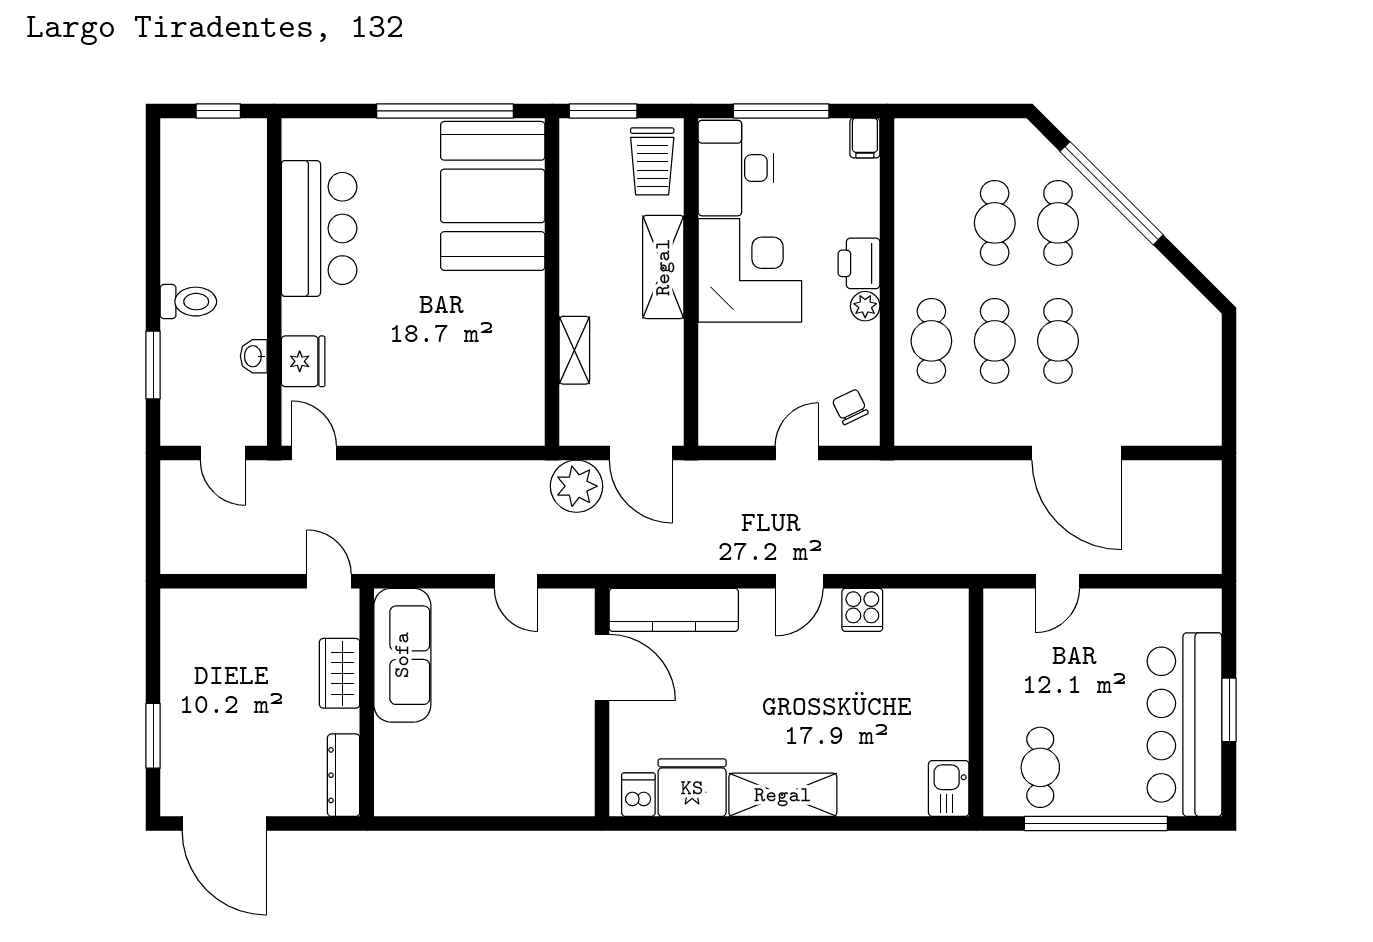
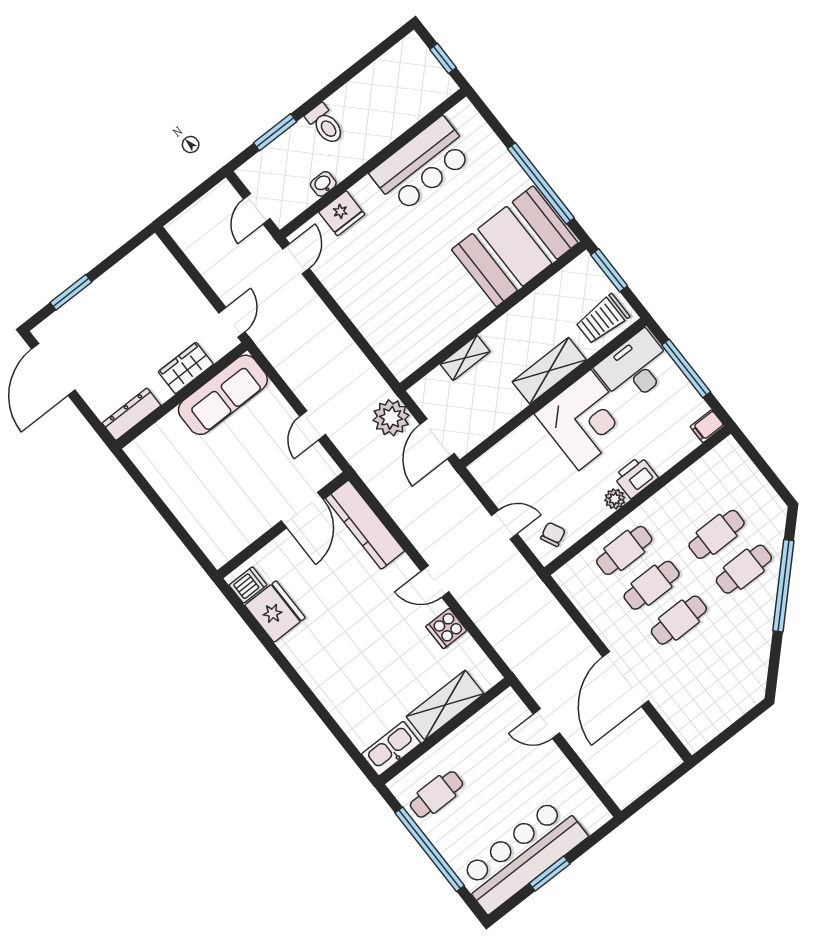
kitchen sink: (949, 788) -> (391, 749), width x1.38
shelving: (783, 795) -> (445, 705), moved, turned 90

